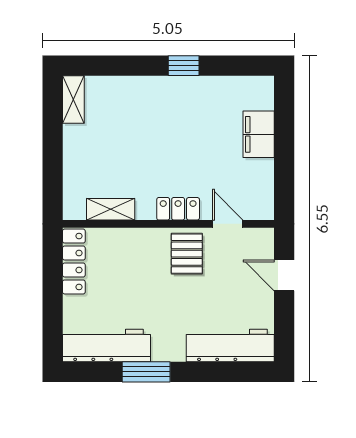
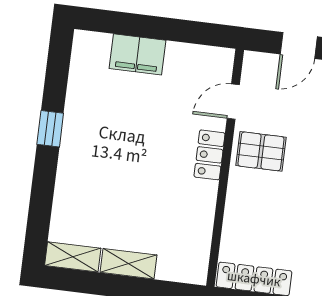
shelving: (111, 209) -> (128, 264), moved, turned 90

